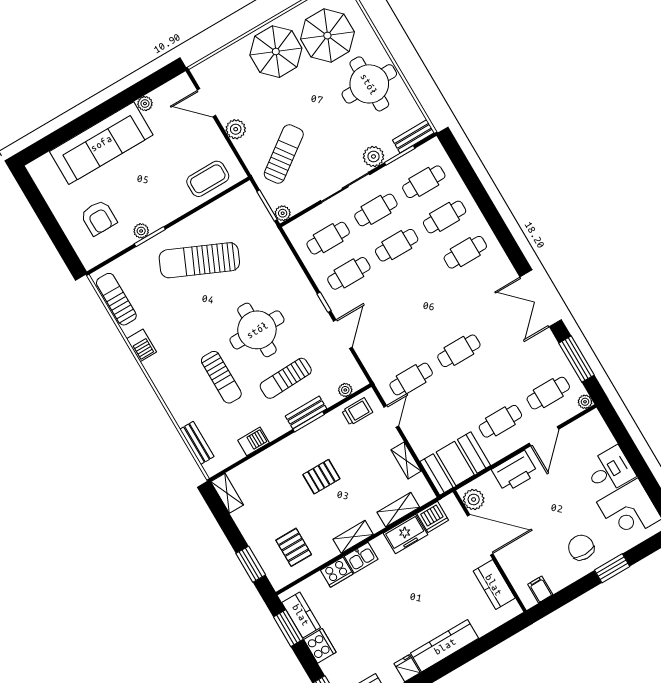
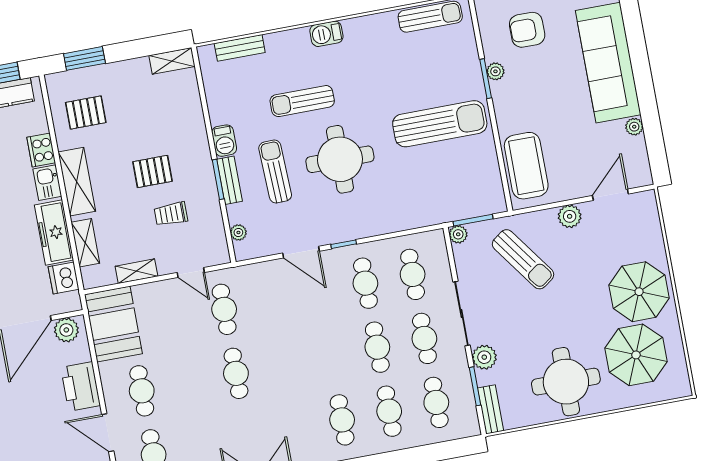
coffee table: (208, 179) -> (526, 166), width x1.36, depth x1.32
sun lounger: (199, 260) -> (440, 124), turned 66
barbecue: (141, 345) -> (326, 34), moved
trolley: (357, 412) -> (171, 214), moved, turned 90
barbecue: (253, 441) -> (224, 141), moved
pallet: (321, 477) -> (153, 171), turned 90
freezer: (406, 534) -> (54, 232), width x1.40
shelving: (353, 537) -> (77, 182), width x1.50, depth x1.33

